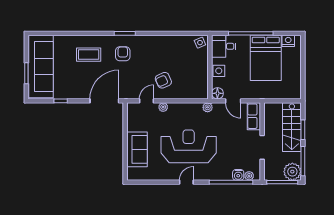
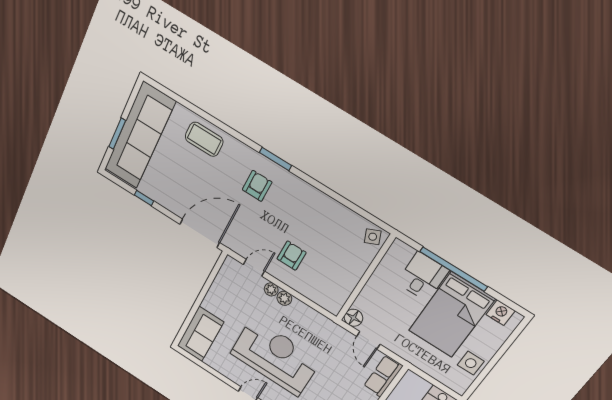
desk: (224, 46) -> (423, 277), moved, turned 90
coffee table: (89, 55) -> (204, 139), moved
side table: (219, 71) -> (471, 363), moved
armchair: (163, 80) -> (291, 256), turned 114
plant: (208, 107) -> (284, 298), moved
sofa: (137, 149) -> (200, 334), moved

